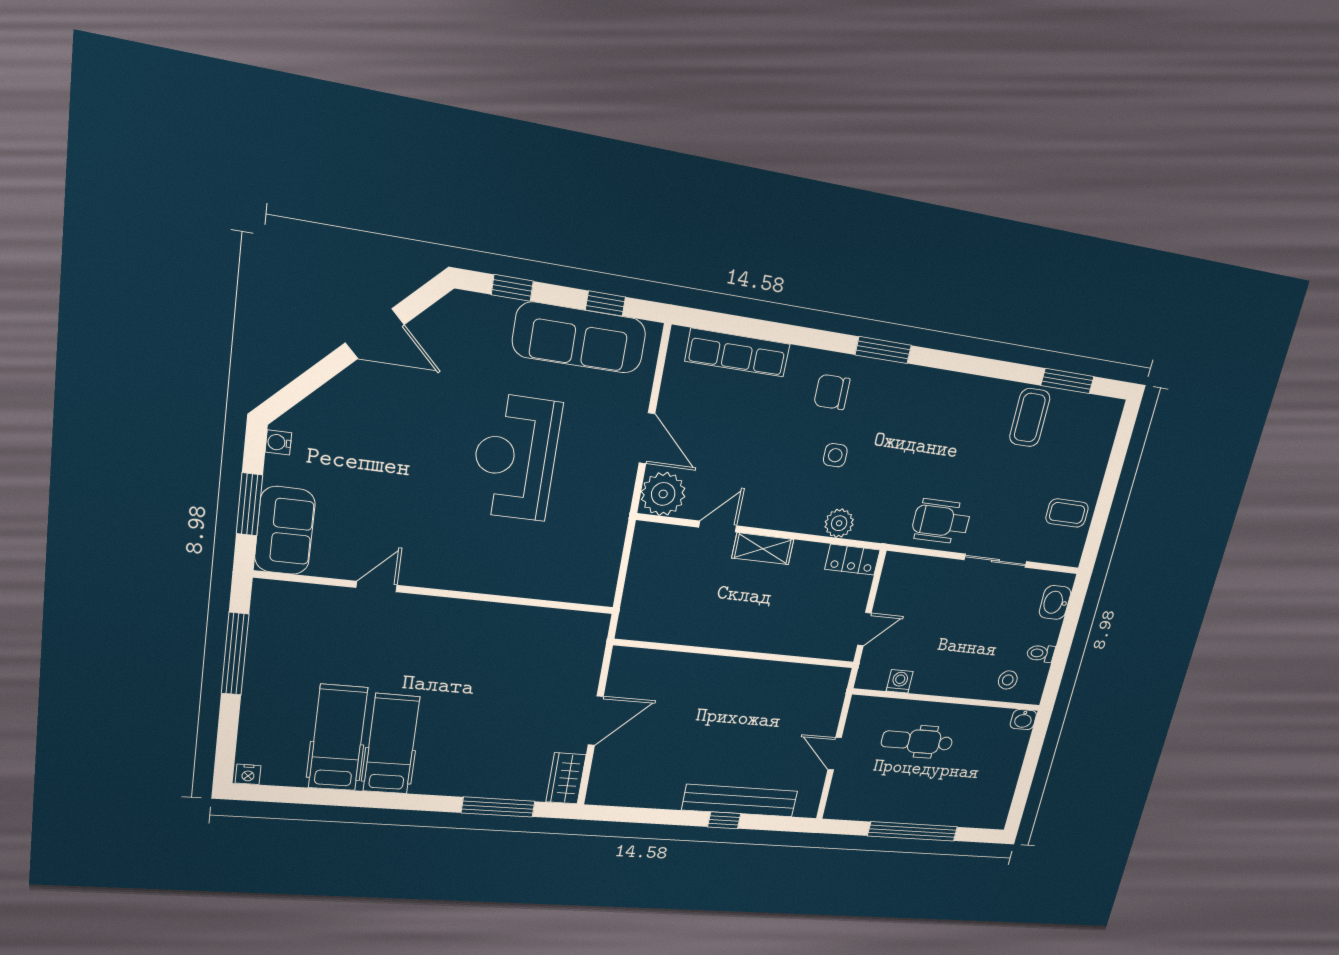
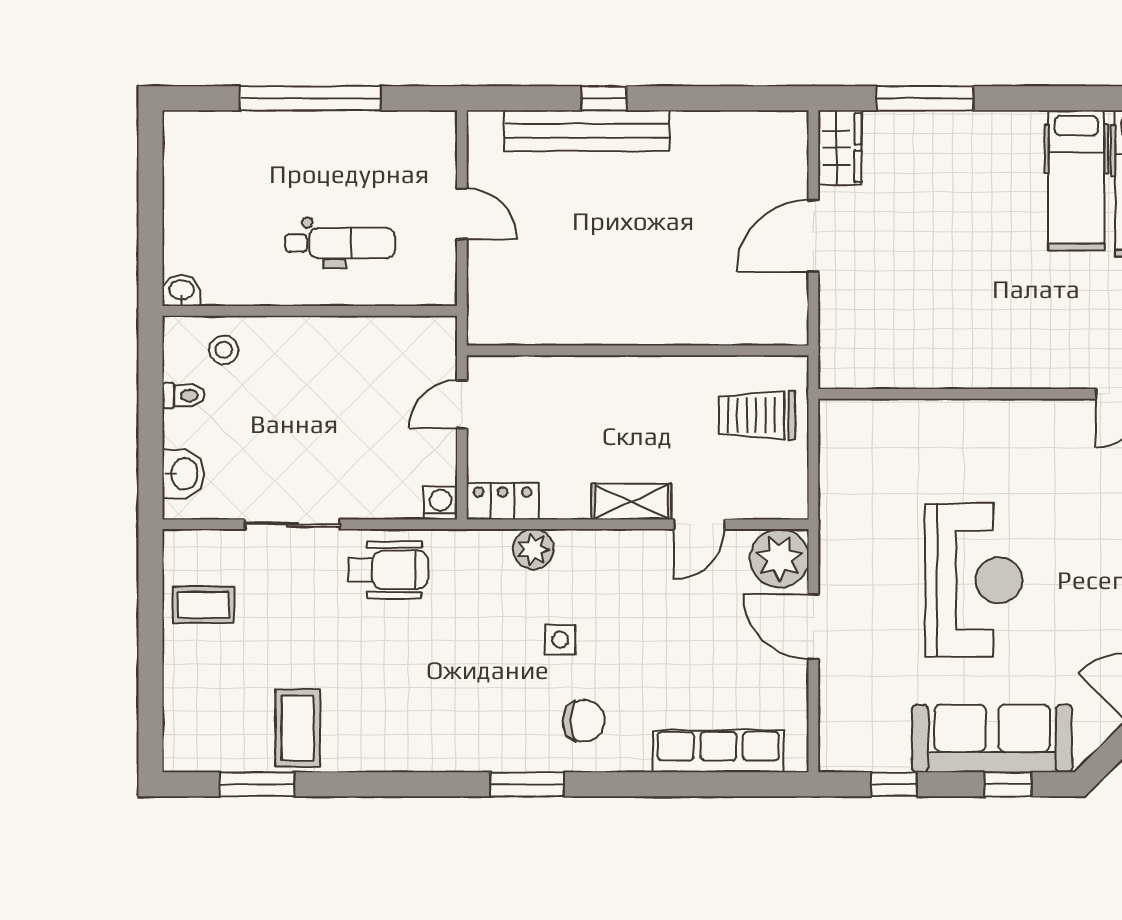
sofa: (579, 338) -> (992, 738), moved
trolley: (660, 600) -> (757, 415), added
washing machine: (900, 681) -> (440, 503), moved, turned 180

